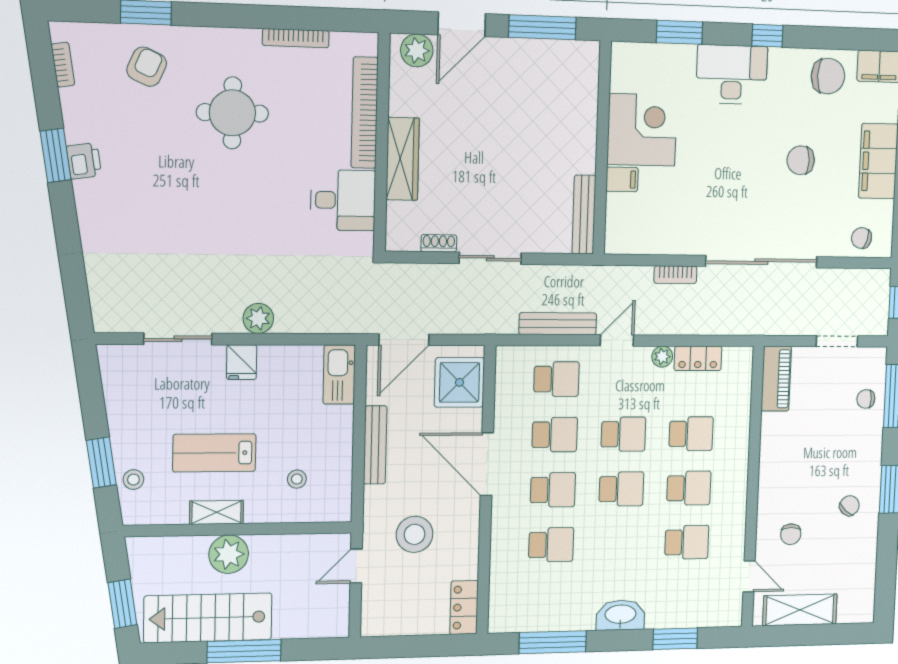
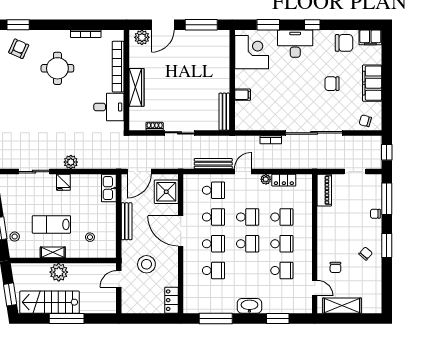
corner desk: (642, 130) -> (252, 52), moved
chair: (866, 399) -> (375, 214), moved

